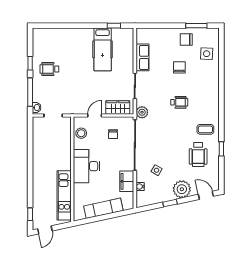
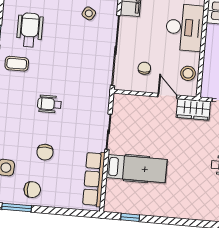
hospital bed: (103, 49) -> (137, 169), moved, turned 90
row of seats: (142, 57) -> (94, 179), width x1.48
wardrobe: (118, 108) -> (193, 109), moved
plant: (142, 112) -> (102, 95), removed
door: (95, 116) -> (167, 96), swing flipped

